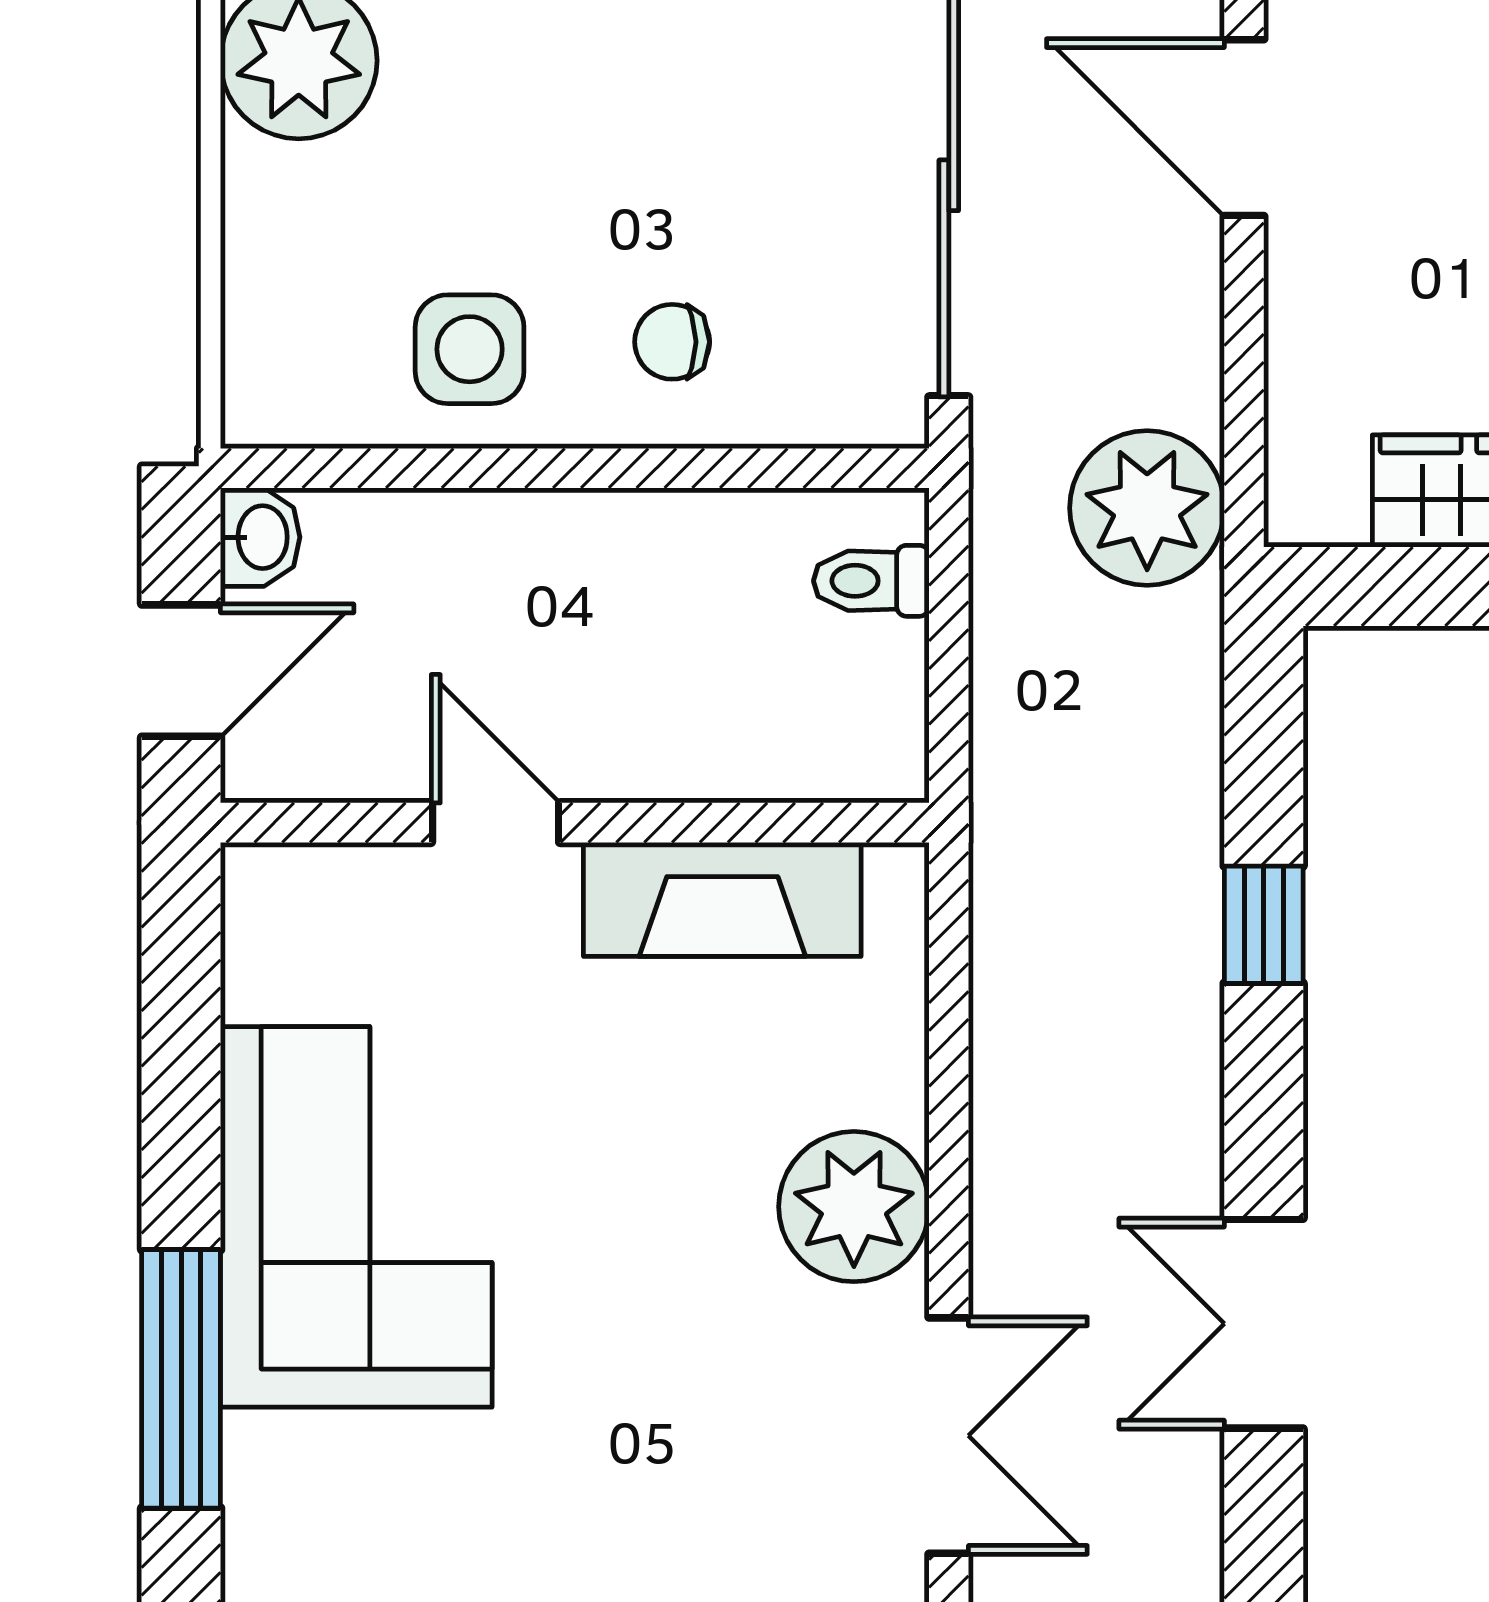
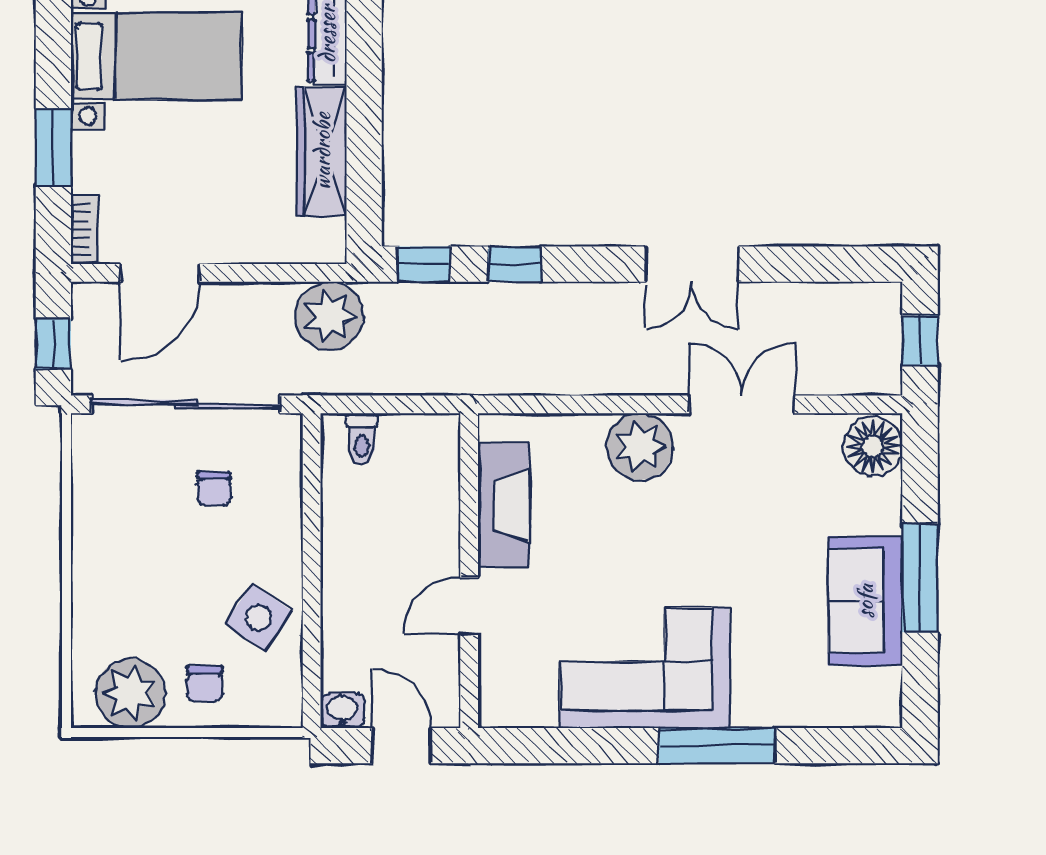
chair: (321, 228) -> (205, 684), added
chair: (672, 342) -> (214, 488), moved
side table: (470, 349) -> (259, 617), turned 35
window: (1264, 720) -> (424, 264), added

